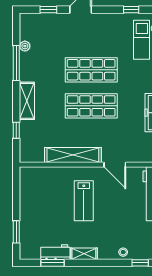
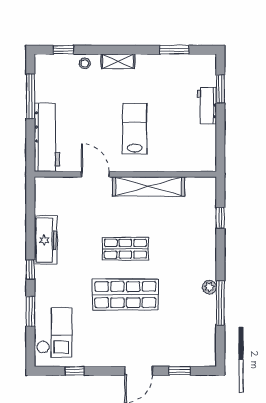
plant: (25, 46) -> (209, 287), moved
shelving: (27, 101) -> (207, 255), removed
shop shelf: (91, 106) -> (125, 249), width x0.70, depth x0.74
workbench: (55, 252) -> (207, 106), moved, turned 90
shelving: (84, 254) -> (118, 61), moved

